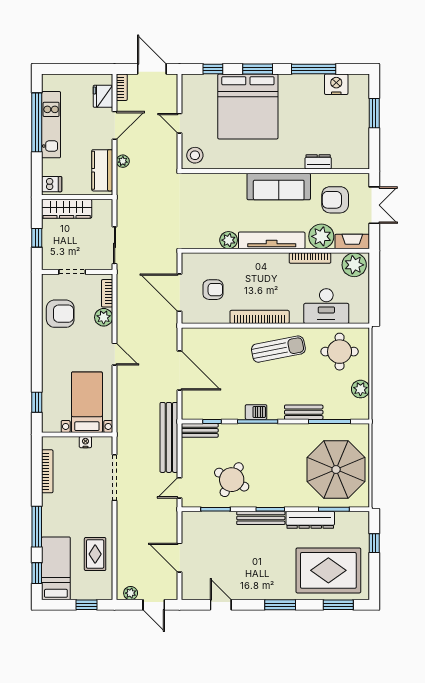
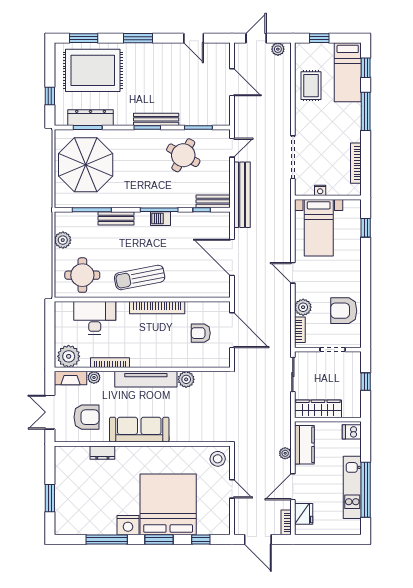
nightstand: (336, 84) -> (128, 525), moved
wardrobe: (67, 209) -> (318, 409), moved
plant: (321, 236) -> (94, 377), width x0.53, depth x0.53
dresser: (310, 520) -> (91, 118), moved
door: (154, 605) -> (256, 38), hinge flipped

